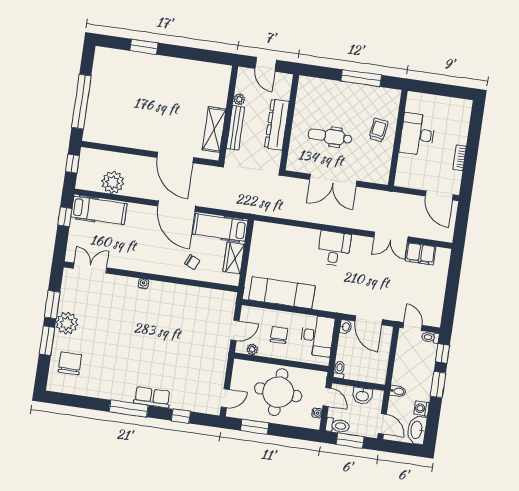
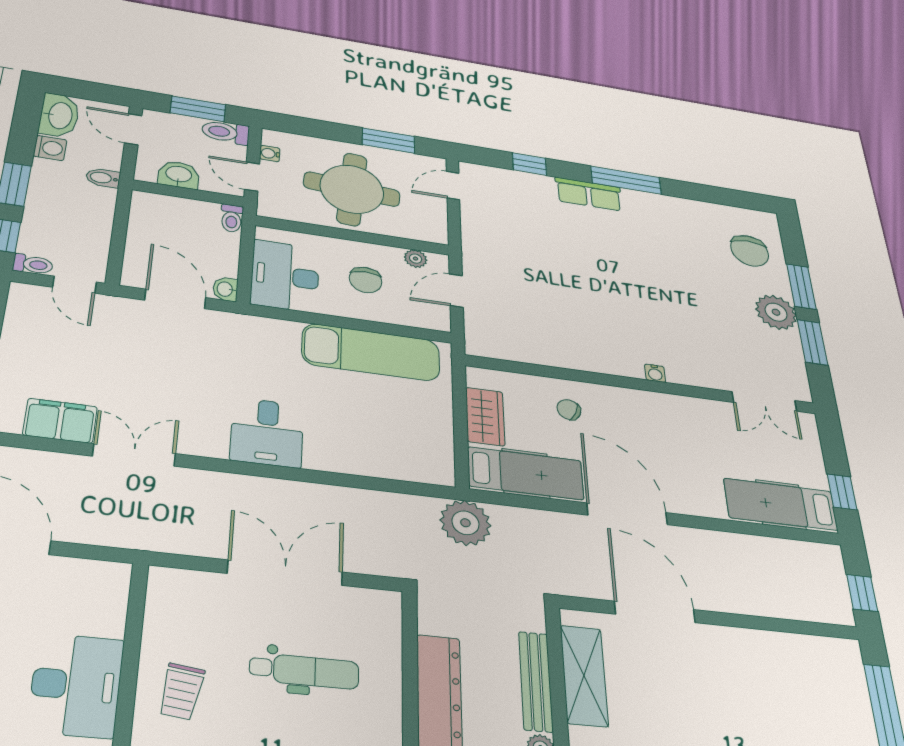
plant: (113, 182) -> (465, 523), moved

